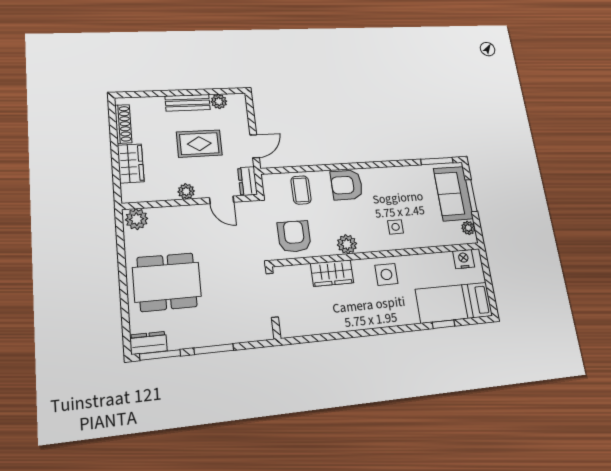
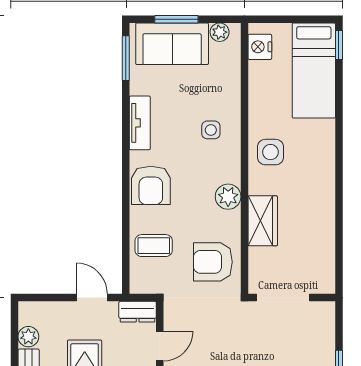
tv unit: (392, 174) -> (140, 123), added
window: (444, 324) -> (339, 45), moved

